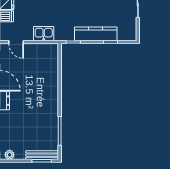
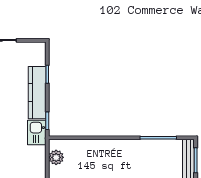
kitchen sink: (44, 34) -> (37, 133), moved
plant: (44, 49) -> (56, 157), added

